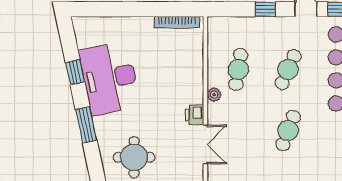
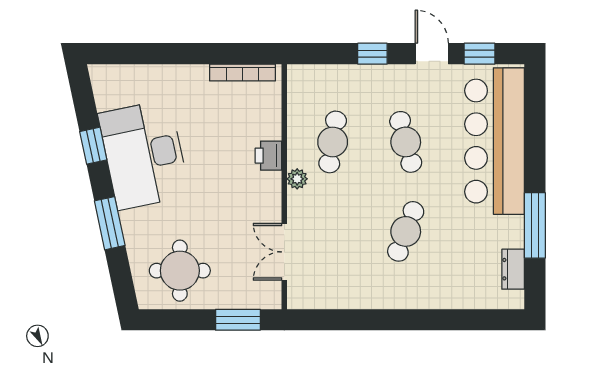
cafe table: (288, 70) -> (406, 142), turned -39
printer: (195, 115) -> (268, 156), moved
double door: (205, 144) -> (284, 252), swing flipped

